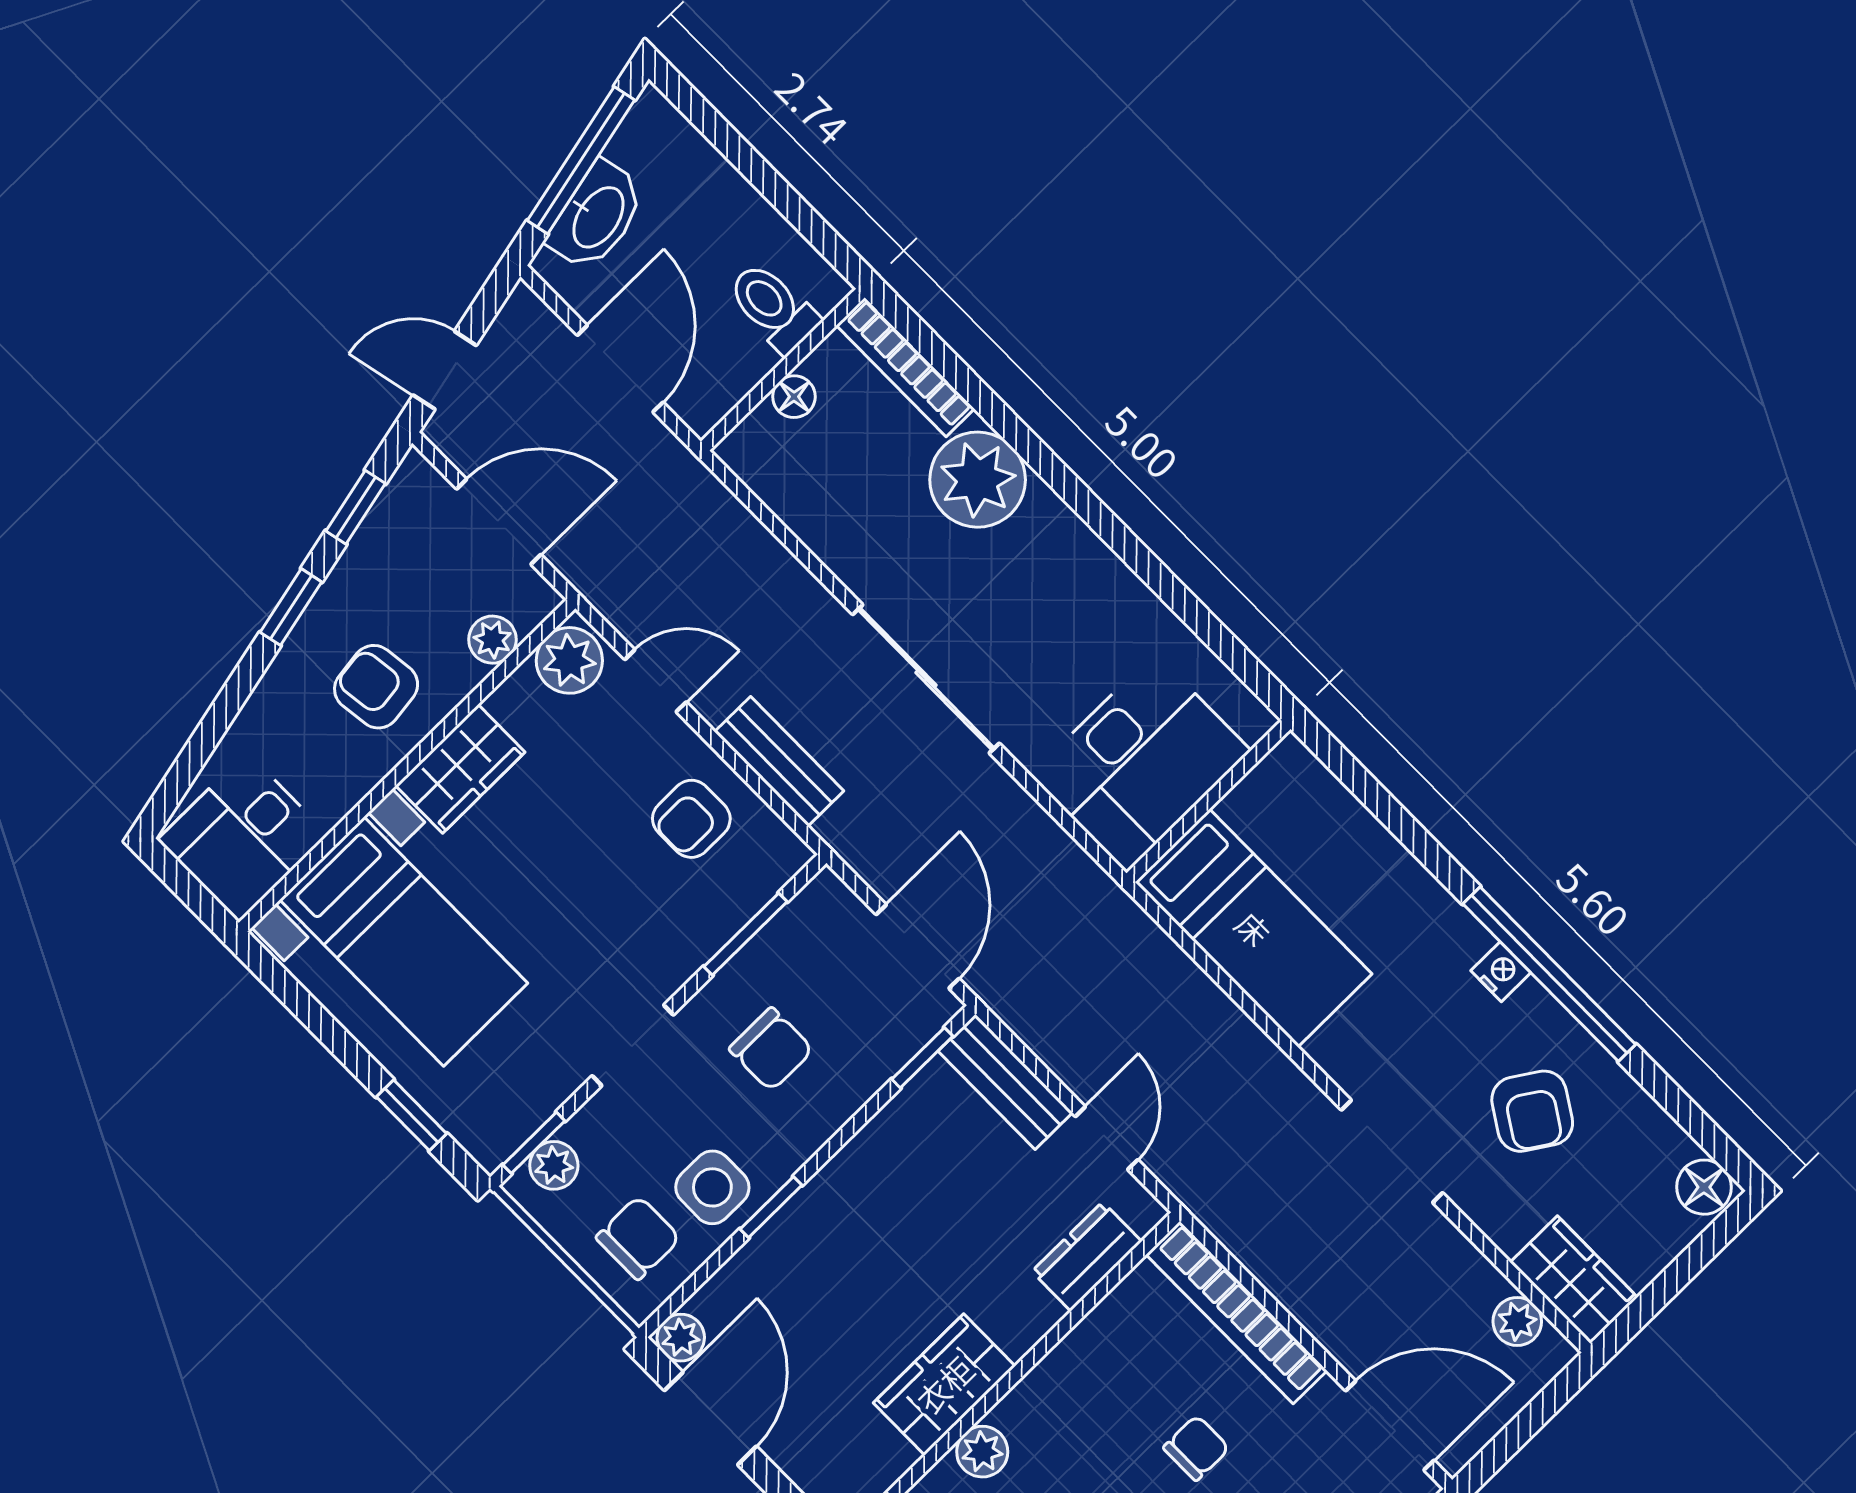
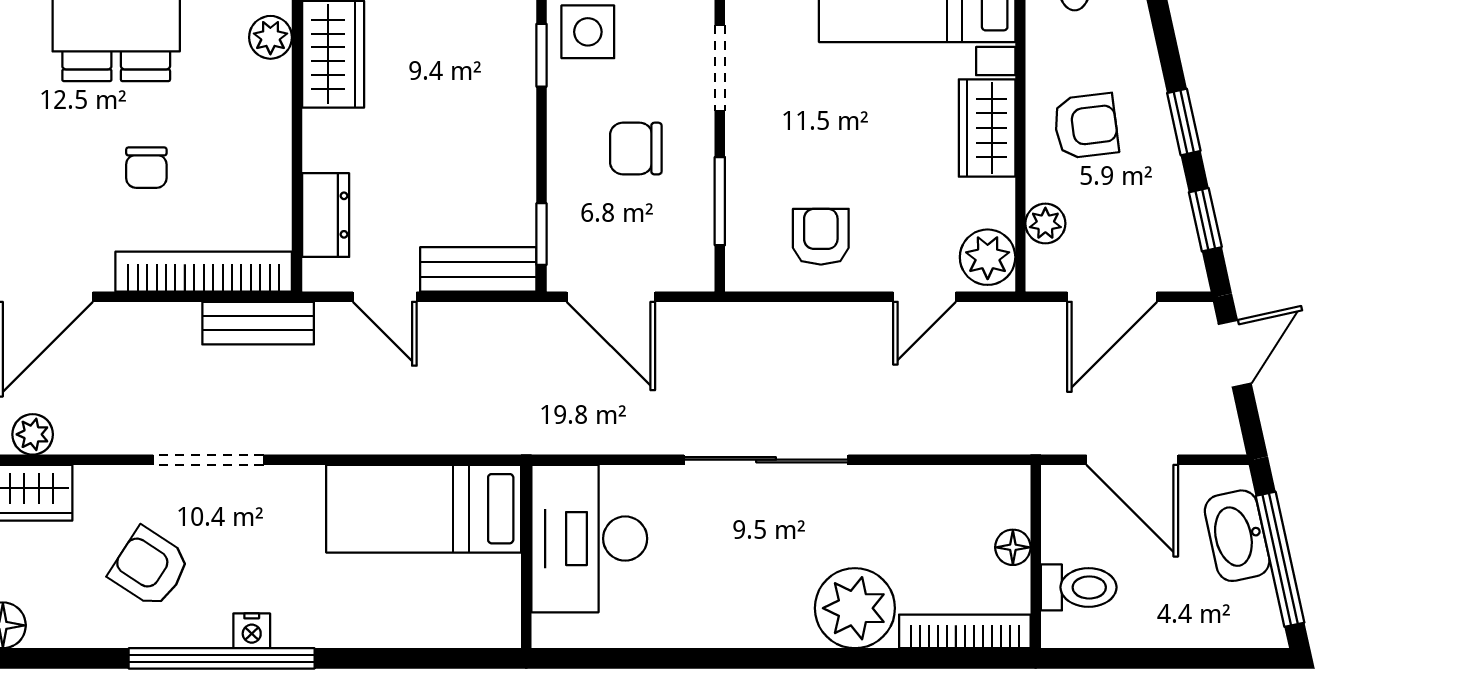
bench: (779, 761) -> (258, 323), moved

